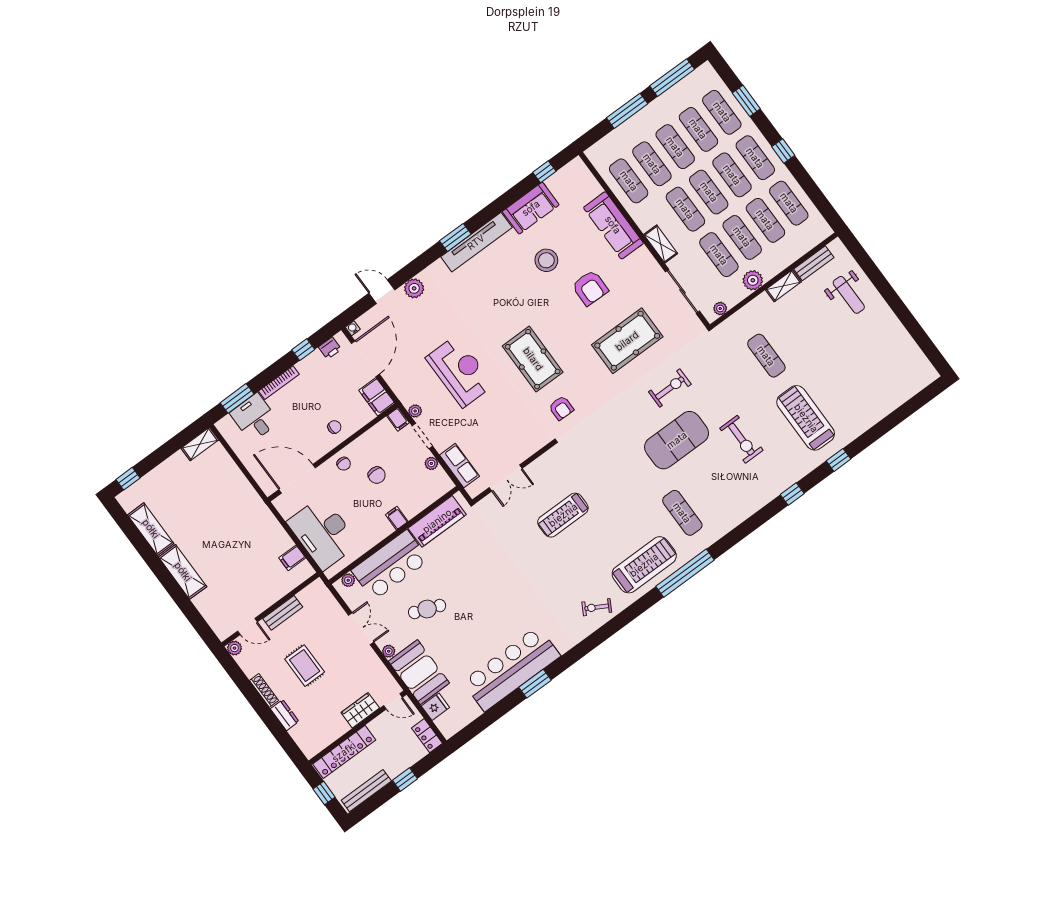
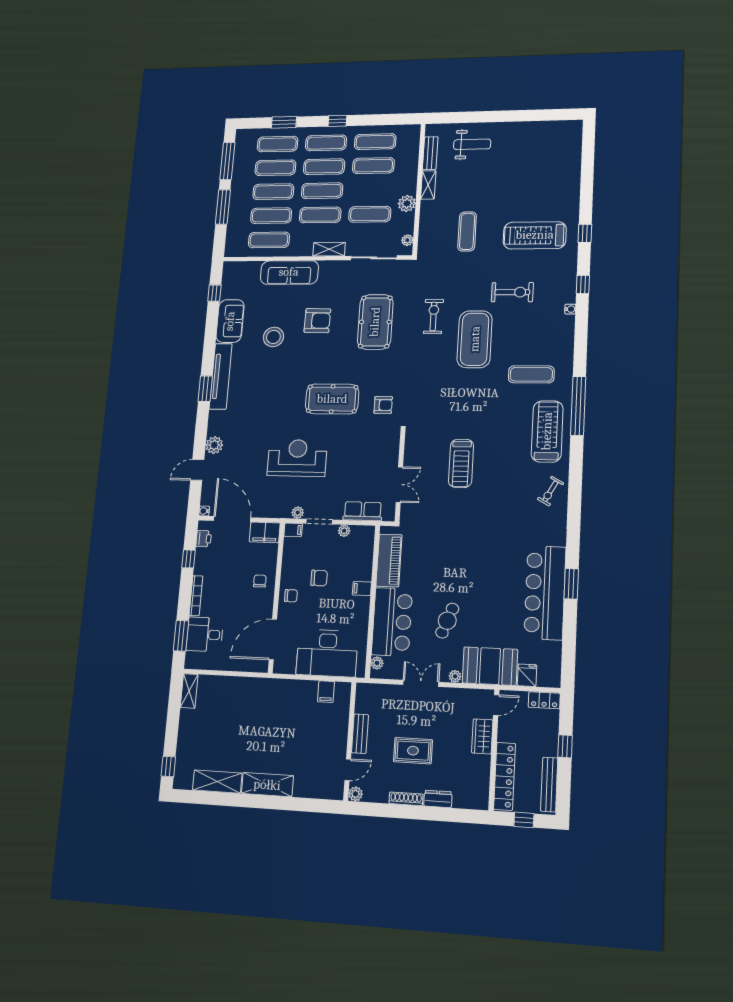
exercise mat: (742, 237) -> (372, 190), removed
exercise mat: (766, 356) -> (467, 231), turned 90
water cooler: (763, 500) -> (570, 309), added

